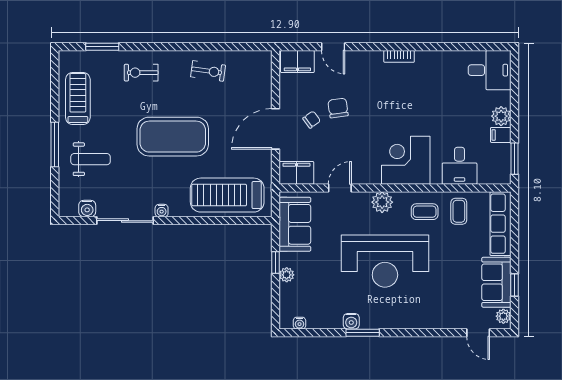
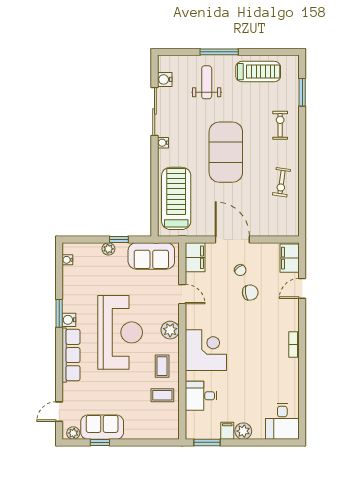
weight bench: (91, 159) -> (207, 82), turned 180
row of seats: (501, 224) -> (71, 355), moved, turned 90
reception desk: (385, 261) -> (120, 332), turned 180
water cooler: (351, 321) -> (69, 320), moved

